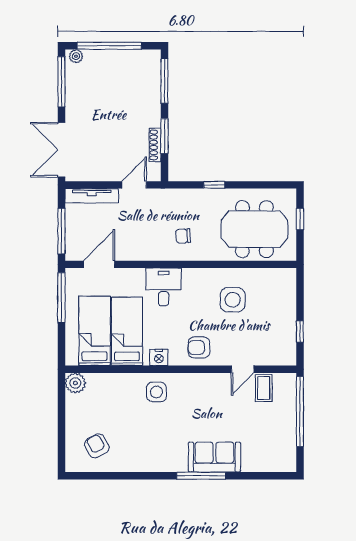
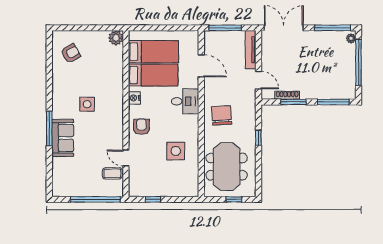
chair: (183, 236) -> (222, 115), width x1.87, depth x1.87
door: (99, 264) -> (201, 66), moved
window: (61, 298) -> (177, 28), removed
side table: (156, 392) -> (87, 104), moved

